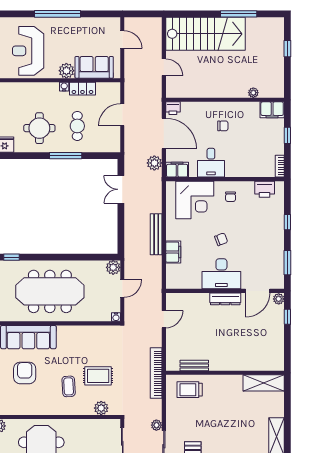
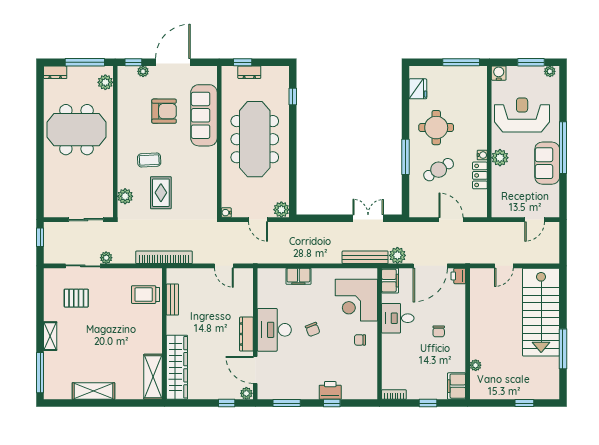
sofa: (94, 67) -> (547, 163), moved, turned 180
cafe table: (77, 126) -> (439, 170), turned -32
printer: (265, 189) -> (330, 390), moved, turned 90
bench: (156, 234) -> (365, 257), moved
wardrobe: (255, 361) -> (177, 367), added
trolley: (190, 390) -> (146, 295), turned -90

